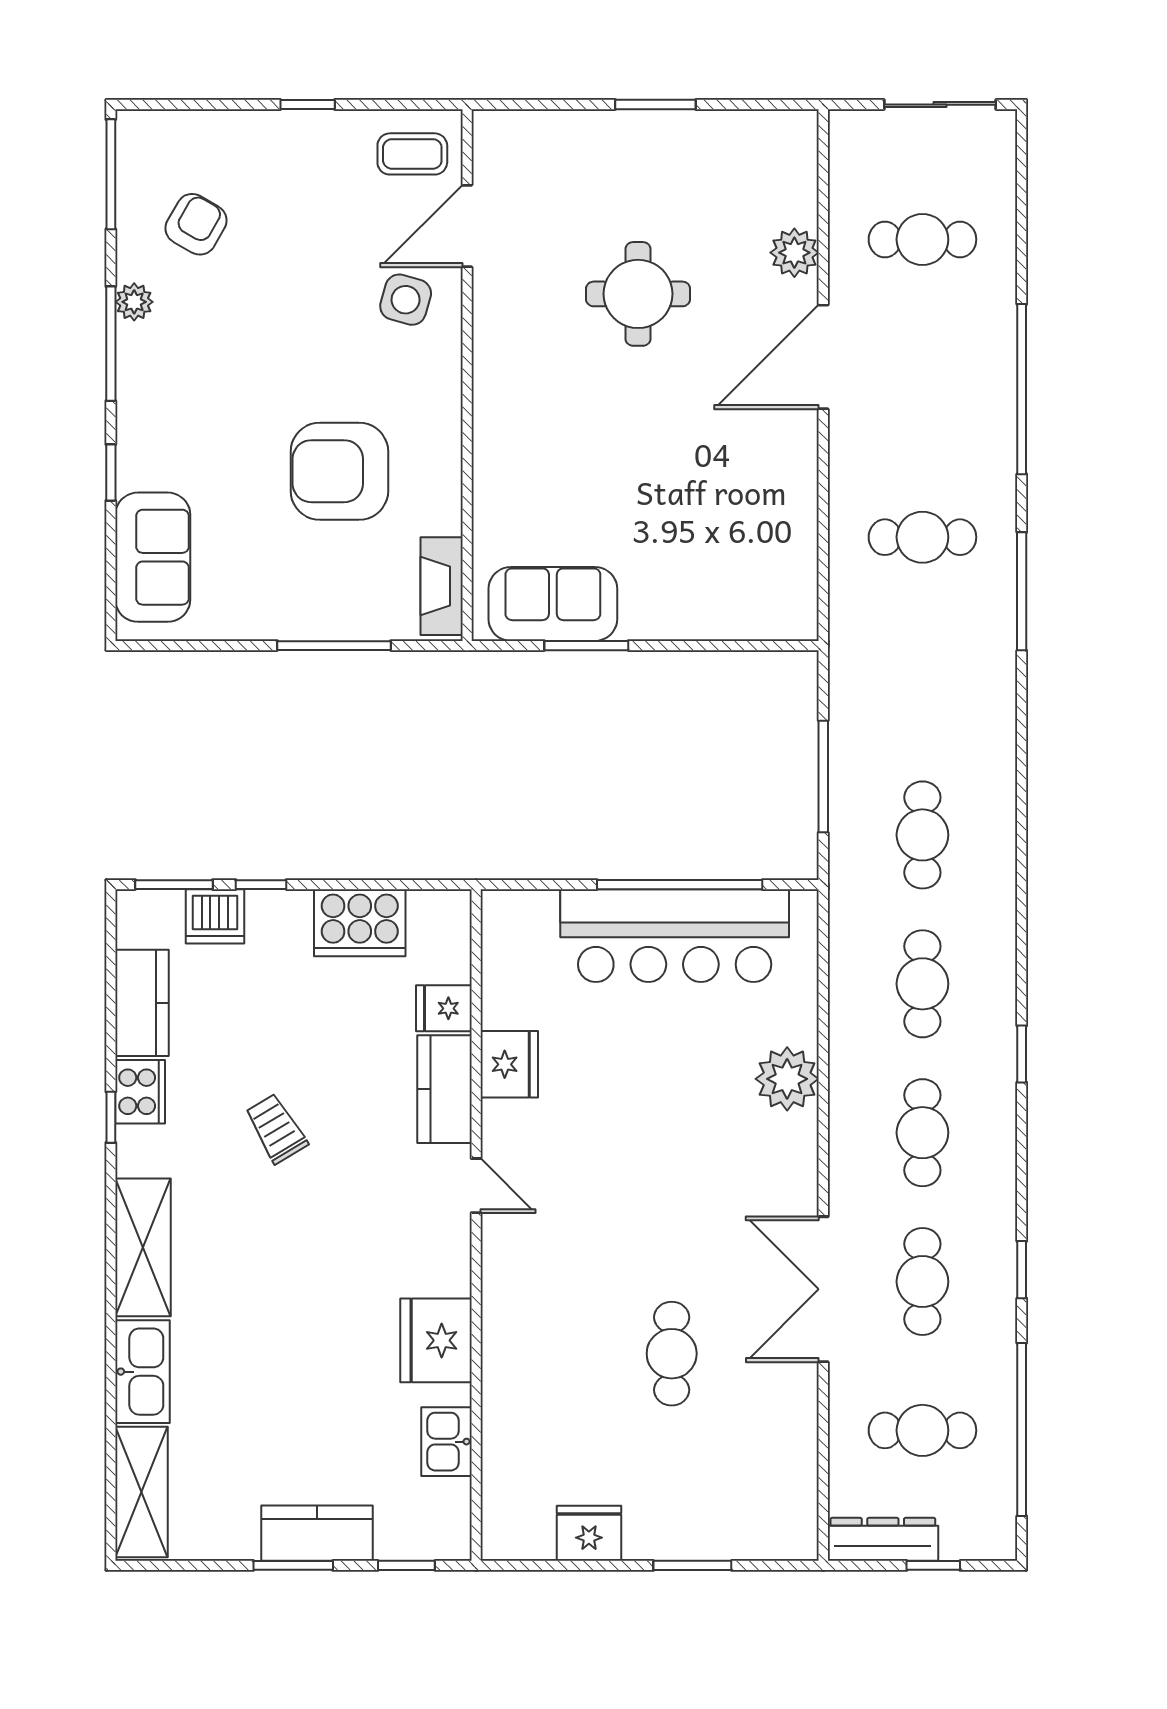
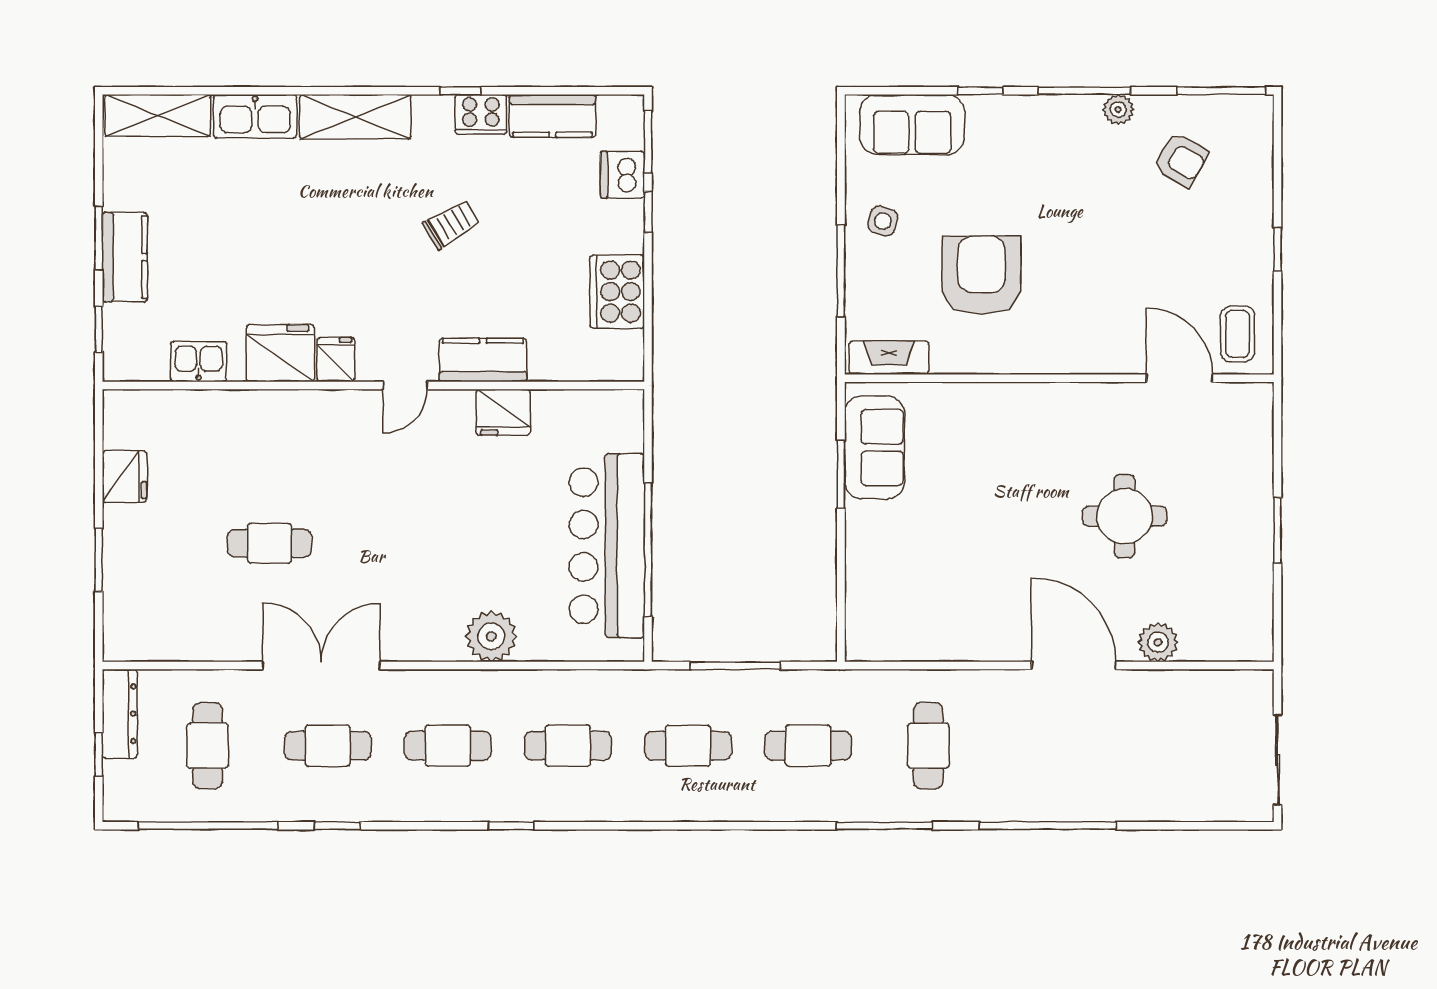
cafe table: (922, 239) -> (808, 746), moved, turned 90
side table: (406, 300) -> (883, 221), moved, width x0.73, depth x0.73
fridge: (444, 1008) -> (336, 359), moved

